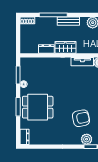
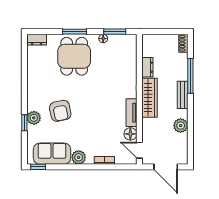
wardrobe: (65, 47) -> (149, 98), width x1.50

